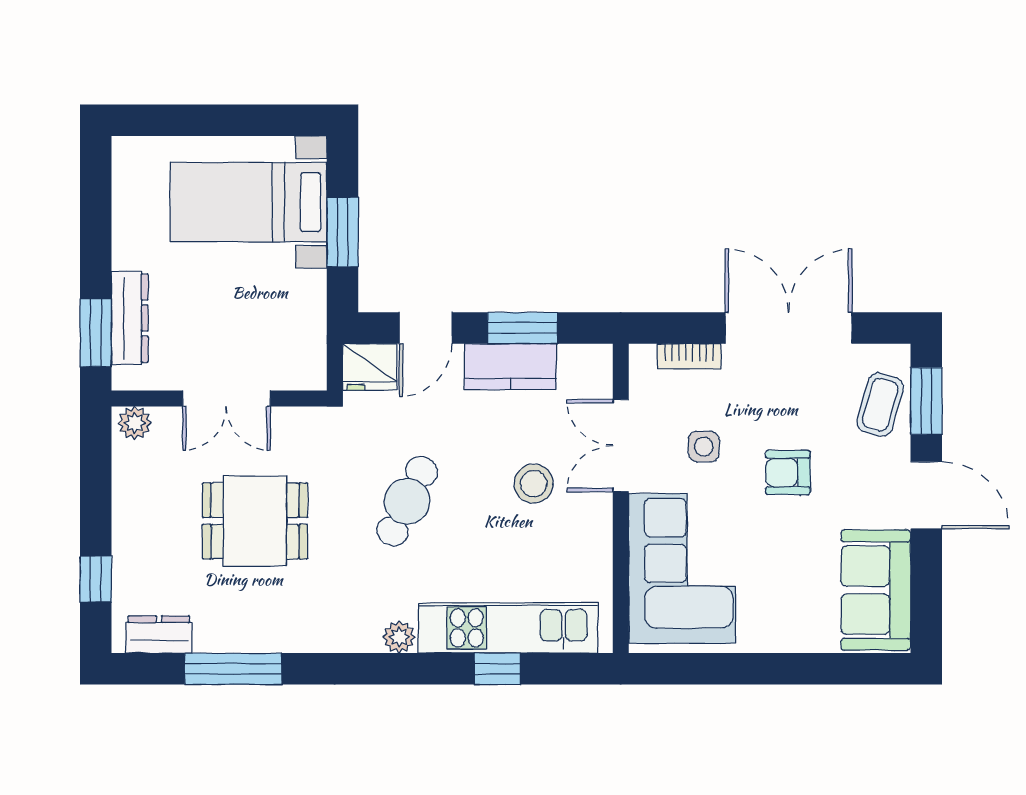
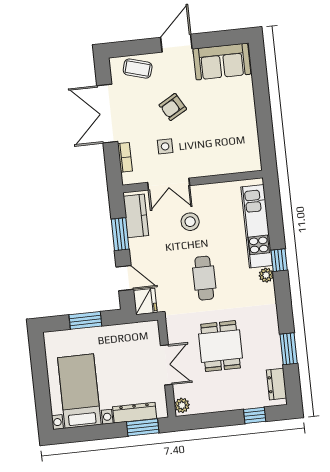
bed with nightstands: (249, 202) -> (79, 391), moved, turned 180
kitchen counter: (510, 367) -> (136, 216), moved
window: (926, 401) -> (134, 48), removed
armchair: (788, 472) -> (173, 107), turned 60
cafe table: (407, 501) -> (204, 278), turned 64
corner sofa: (682, 568) -> (221, 150), removed
window: (233, 669) -> (289, 349), width x0.69
window: (498, 669) -> (279, 260), moved

